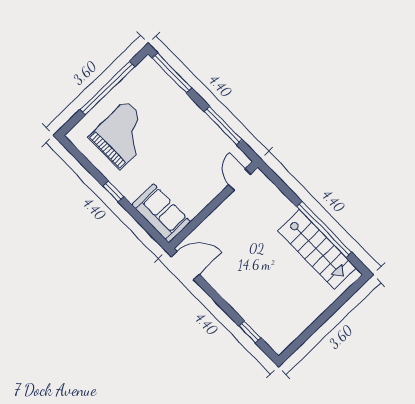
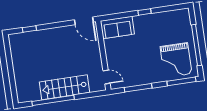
grand piano: (123, 135) -> (176, 60), moved
stairs: (317, 249) -> (65, 87), moved
door: (185, 265) -> (84, 21), hinge flipped

